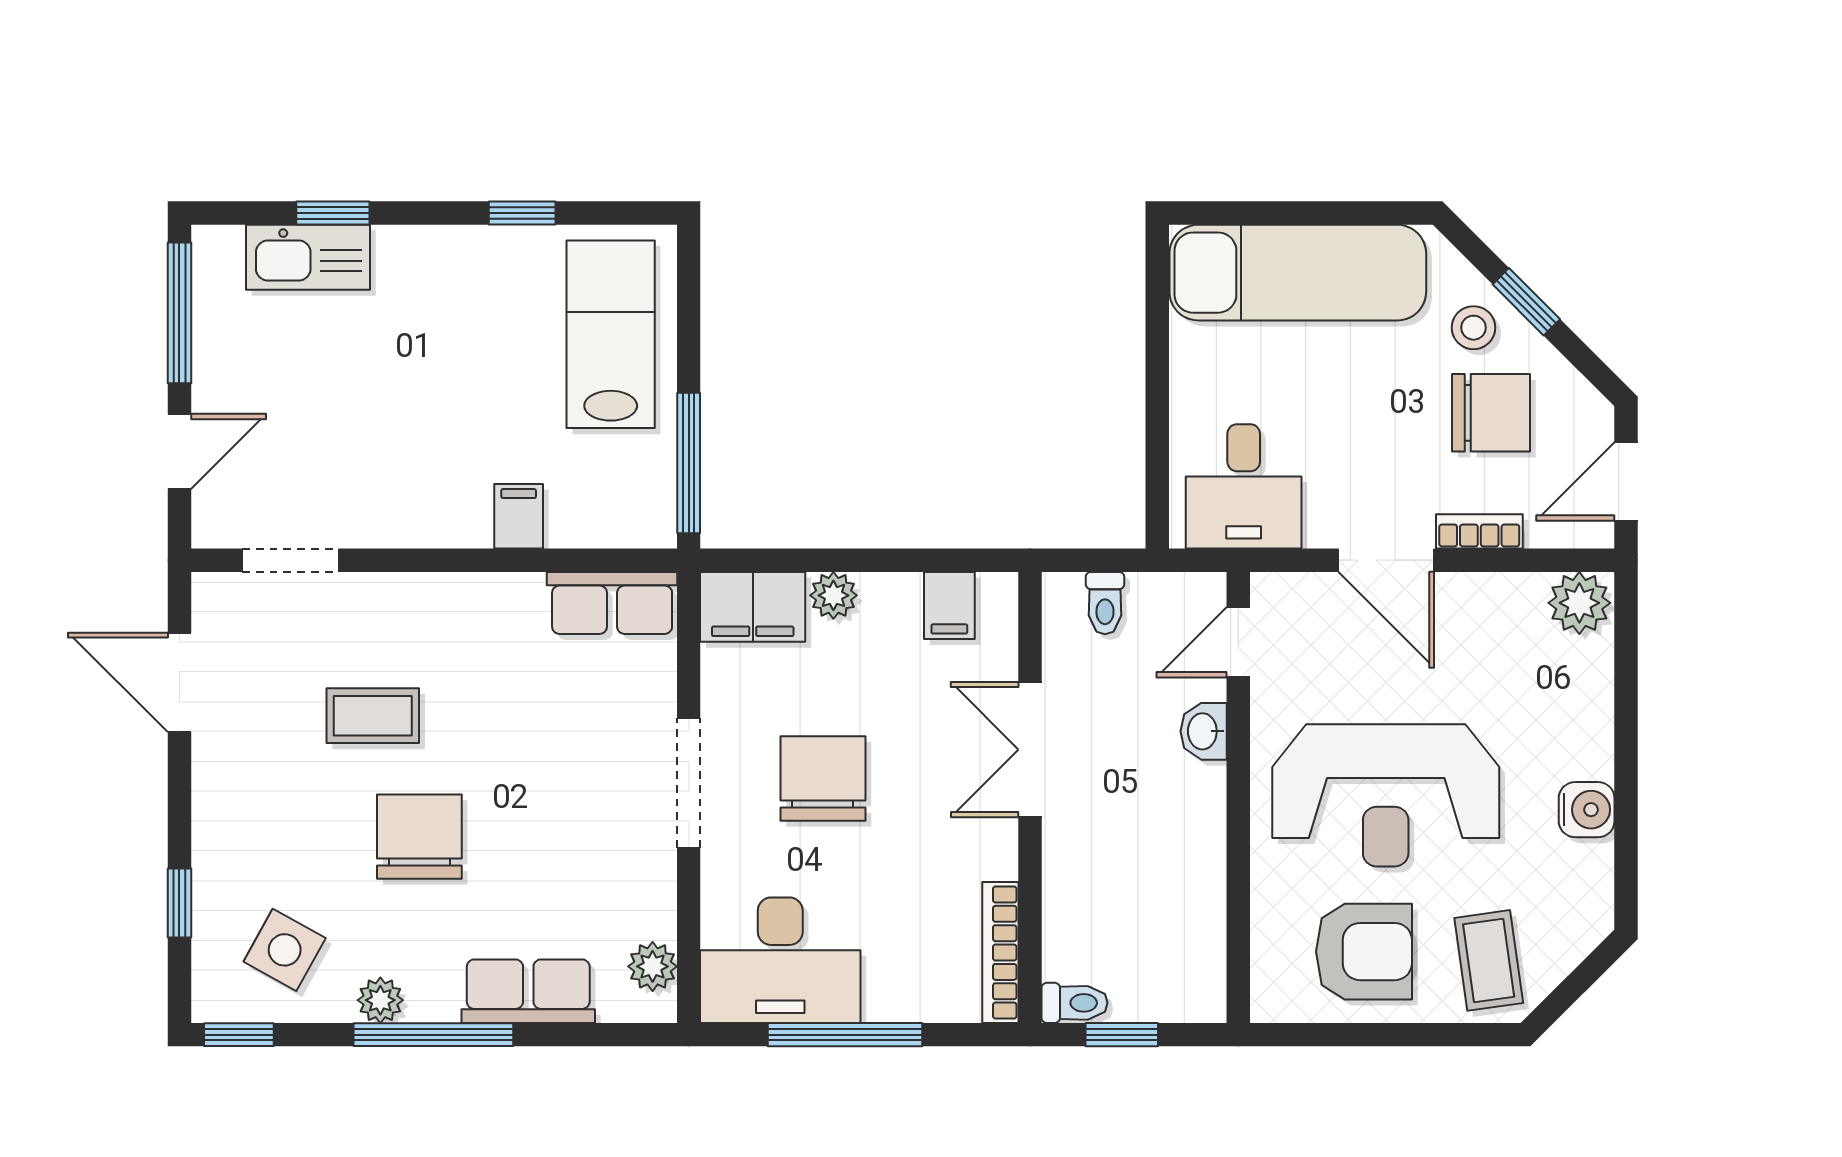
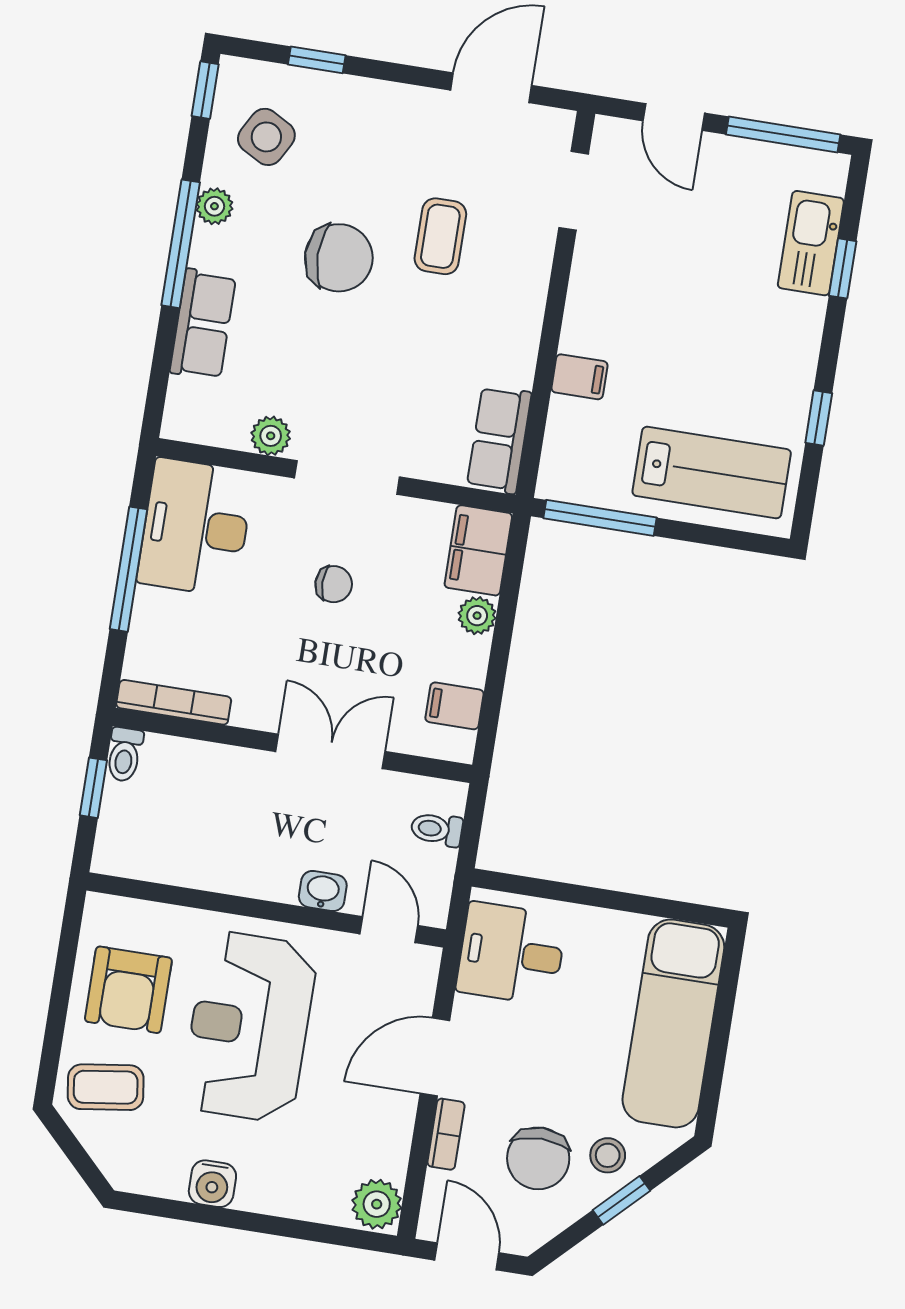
chair: (823, 779) -> (334, 584), width x0.54, depth x0.54
plant: (653, 966) -> (271, 436), moved

